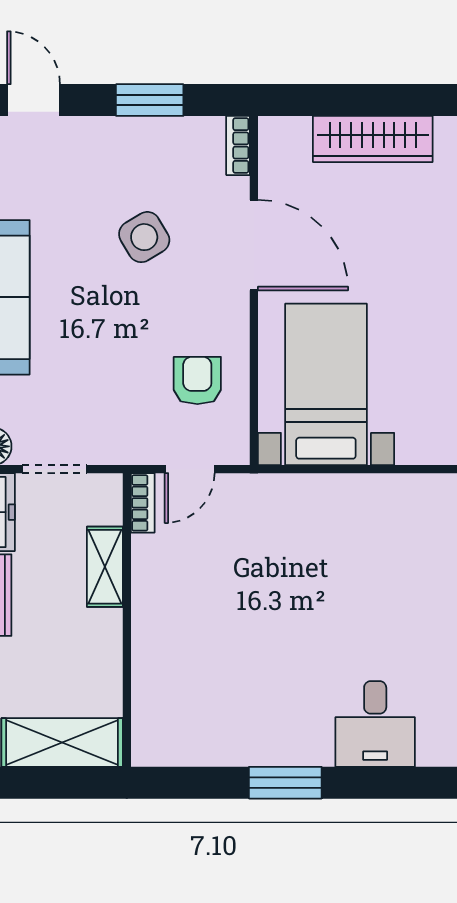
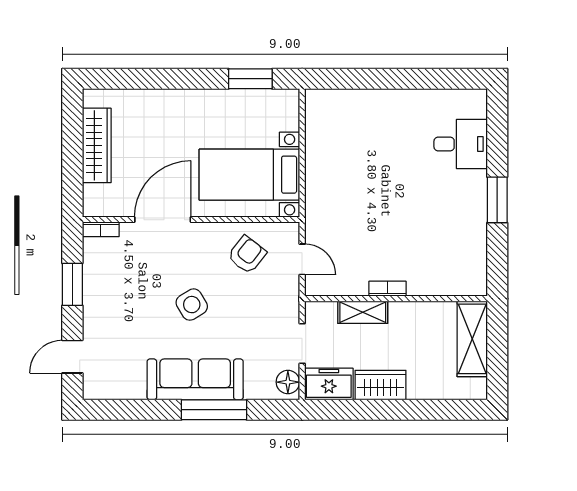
side table: (144, 237) -> (192, 305), moved
armchair: (197, 381) -> (247, 255), turned 128
bookcase: (143, 503) -> (388, 289), moved

